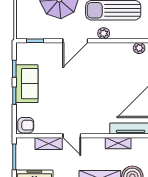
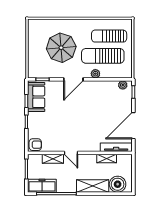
sofa: (27, 84) -> (36, 97), moved

